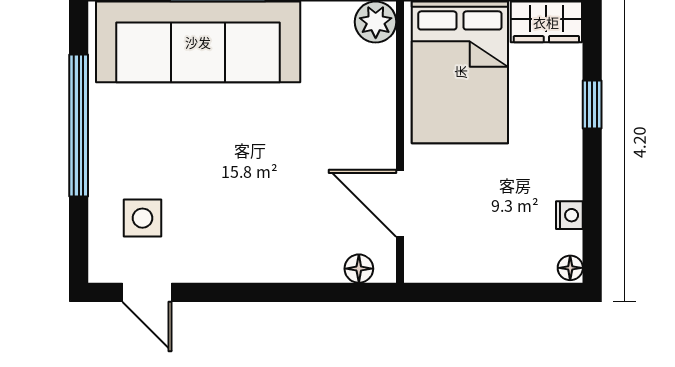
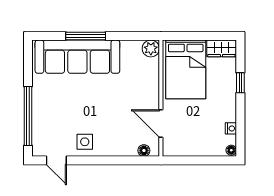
window: (79, 125) -> (28, 116), moved
side table: (142, 218) -> (85, 142), moved

